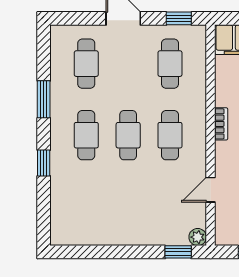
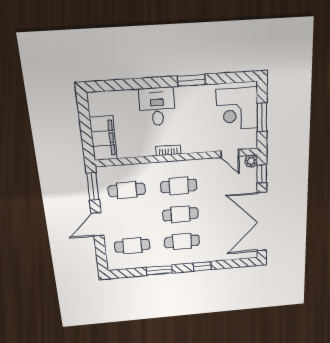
window: (179, 18) -> (93, 186), width x1.50
door: (210, 190) -> (230, 154), moved
double door: (106, 252) -> (262, 222), added

